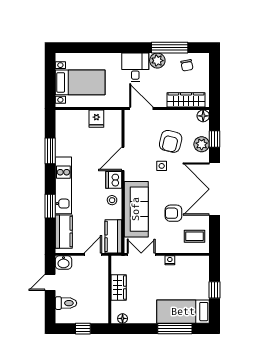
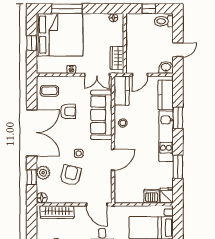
fridge: (96, 119) -> (167, 196), moved
dishwasher: (114, 180) -> (152, 196), moved, turned -90
wardrobe: (119, 287) -> (117, 58), moved
toilet: (66, 303) -> (164, 21), moved
bed: (183, 312) -> (60, 35), width x2.04

